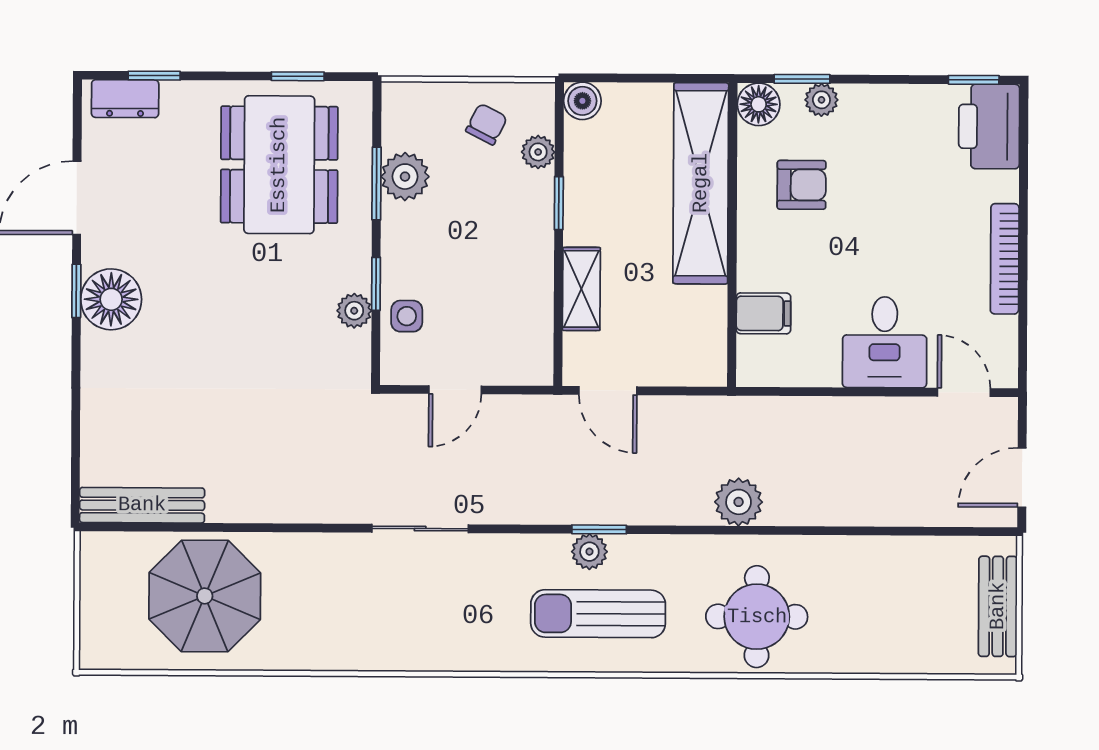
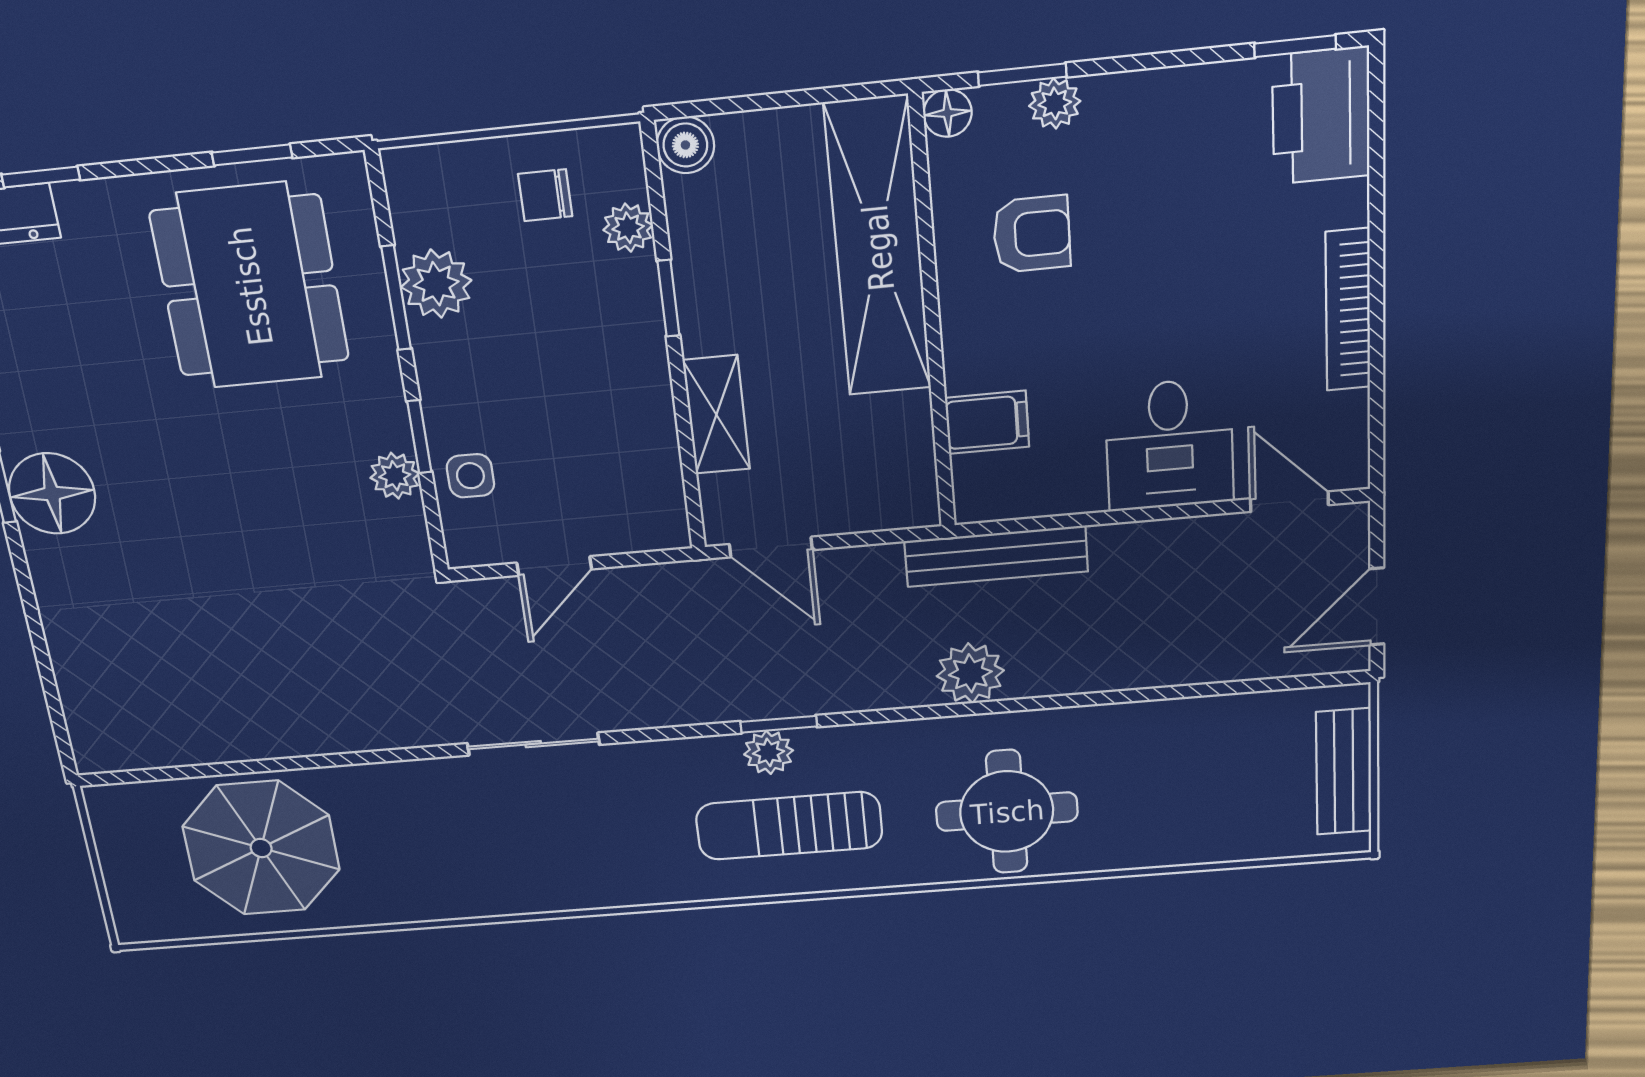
floor lamp: (759, 104) -> (947, 113), width x0.73, depth x0.73
chair: (487, 124) -> (545, 195), turned -117
bench: (142, 505) -> (996, 556), moved

